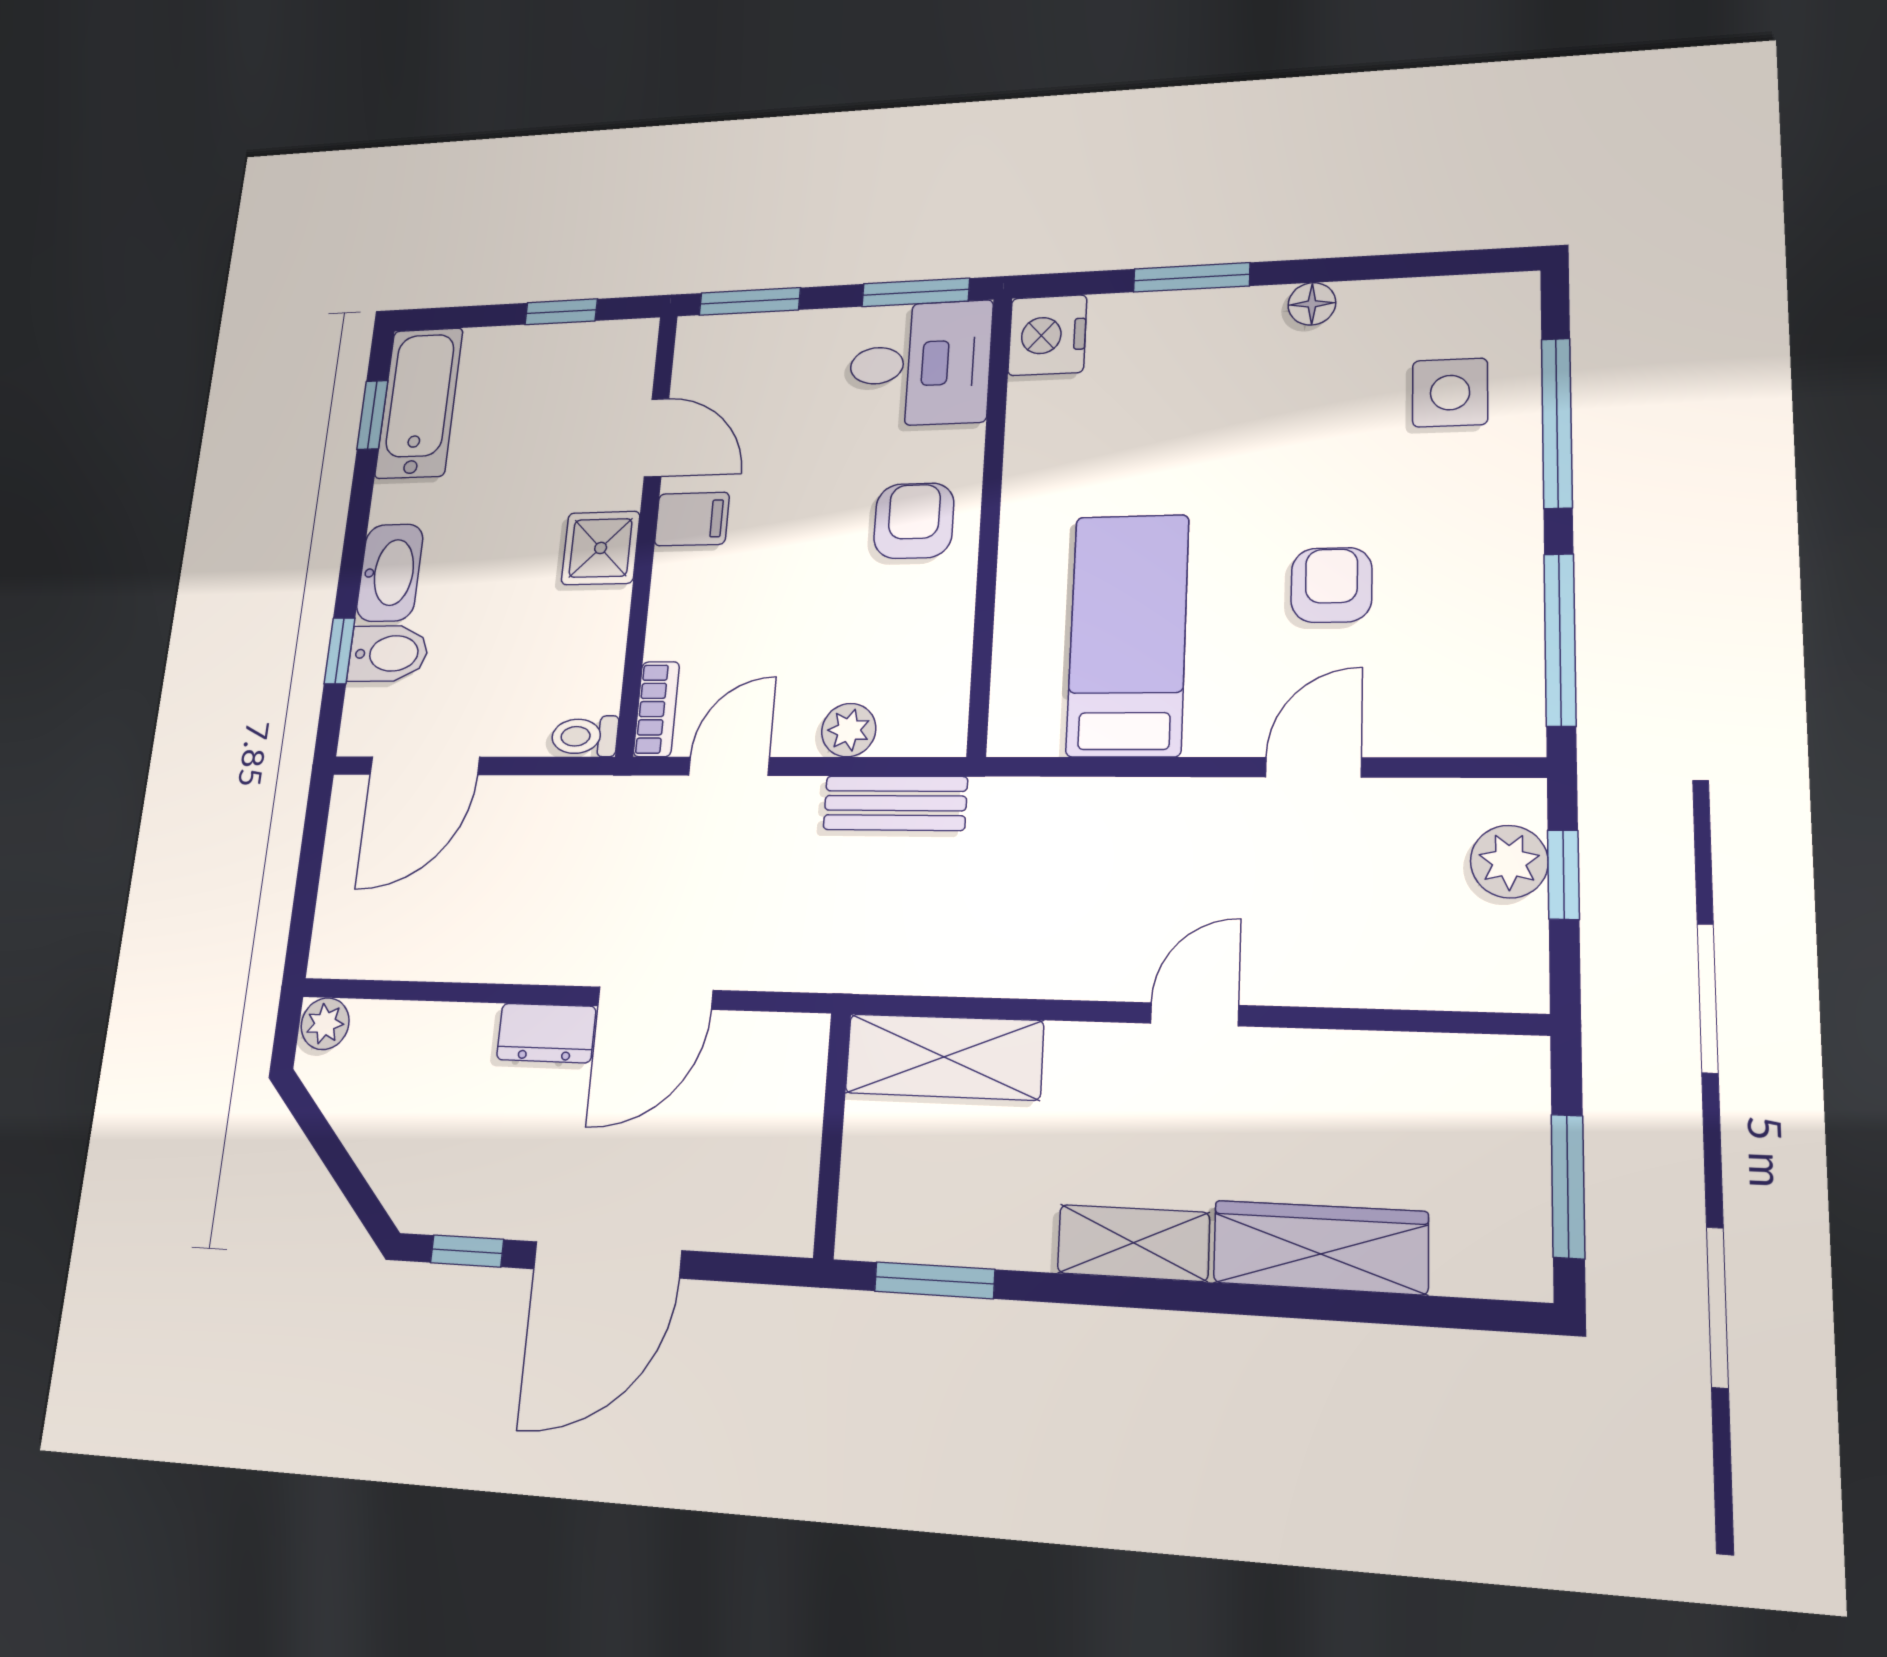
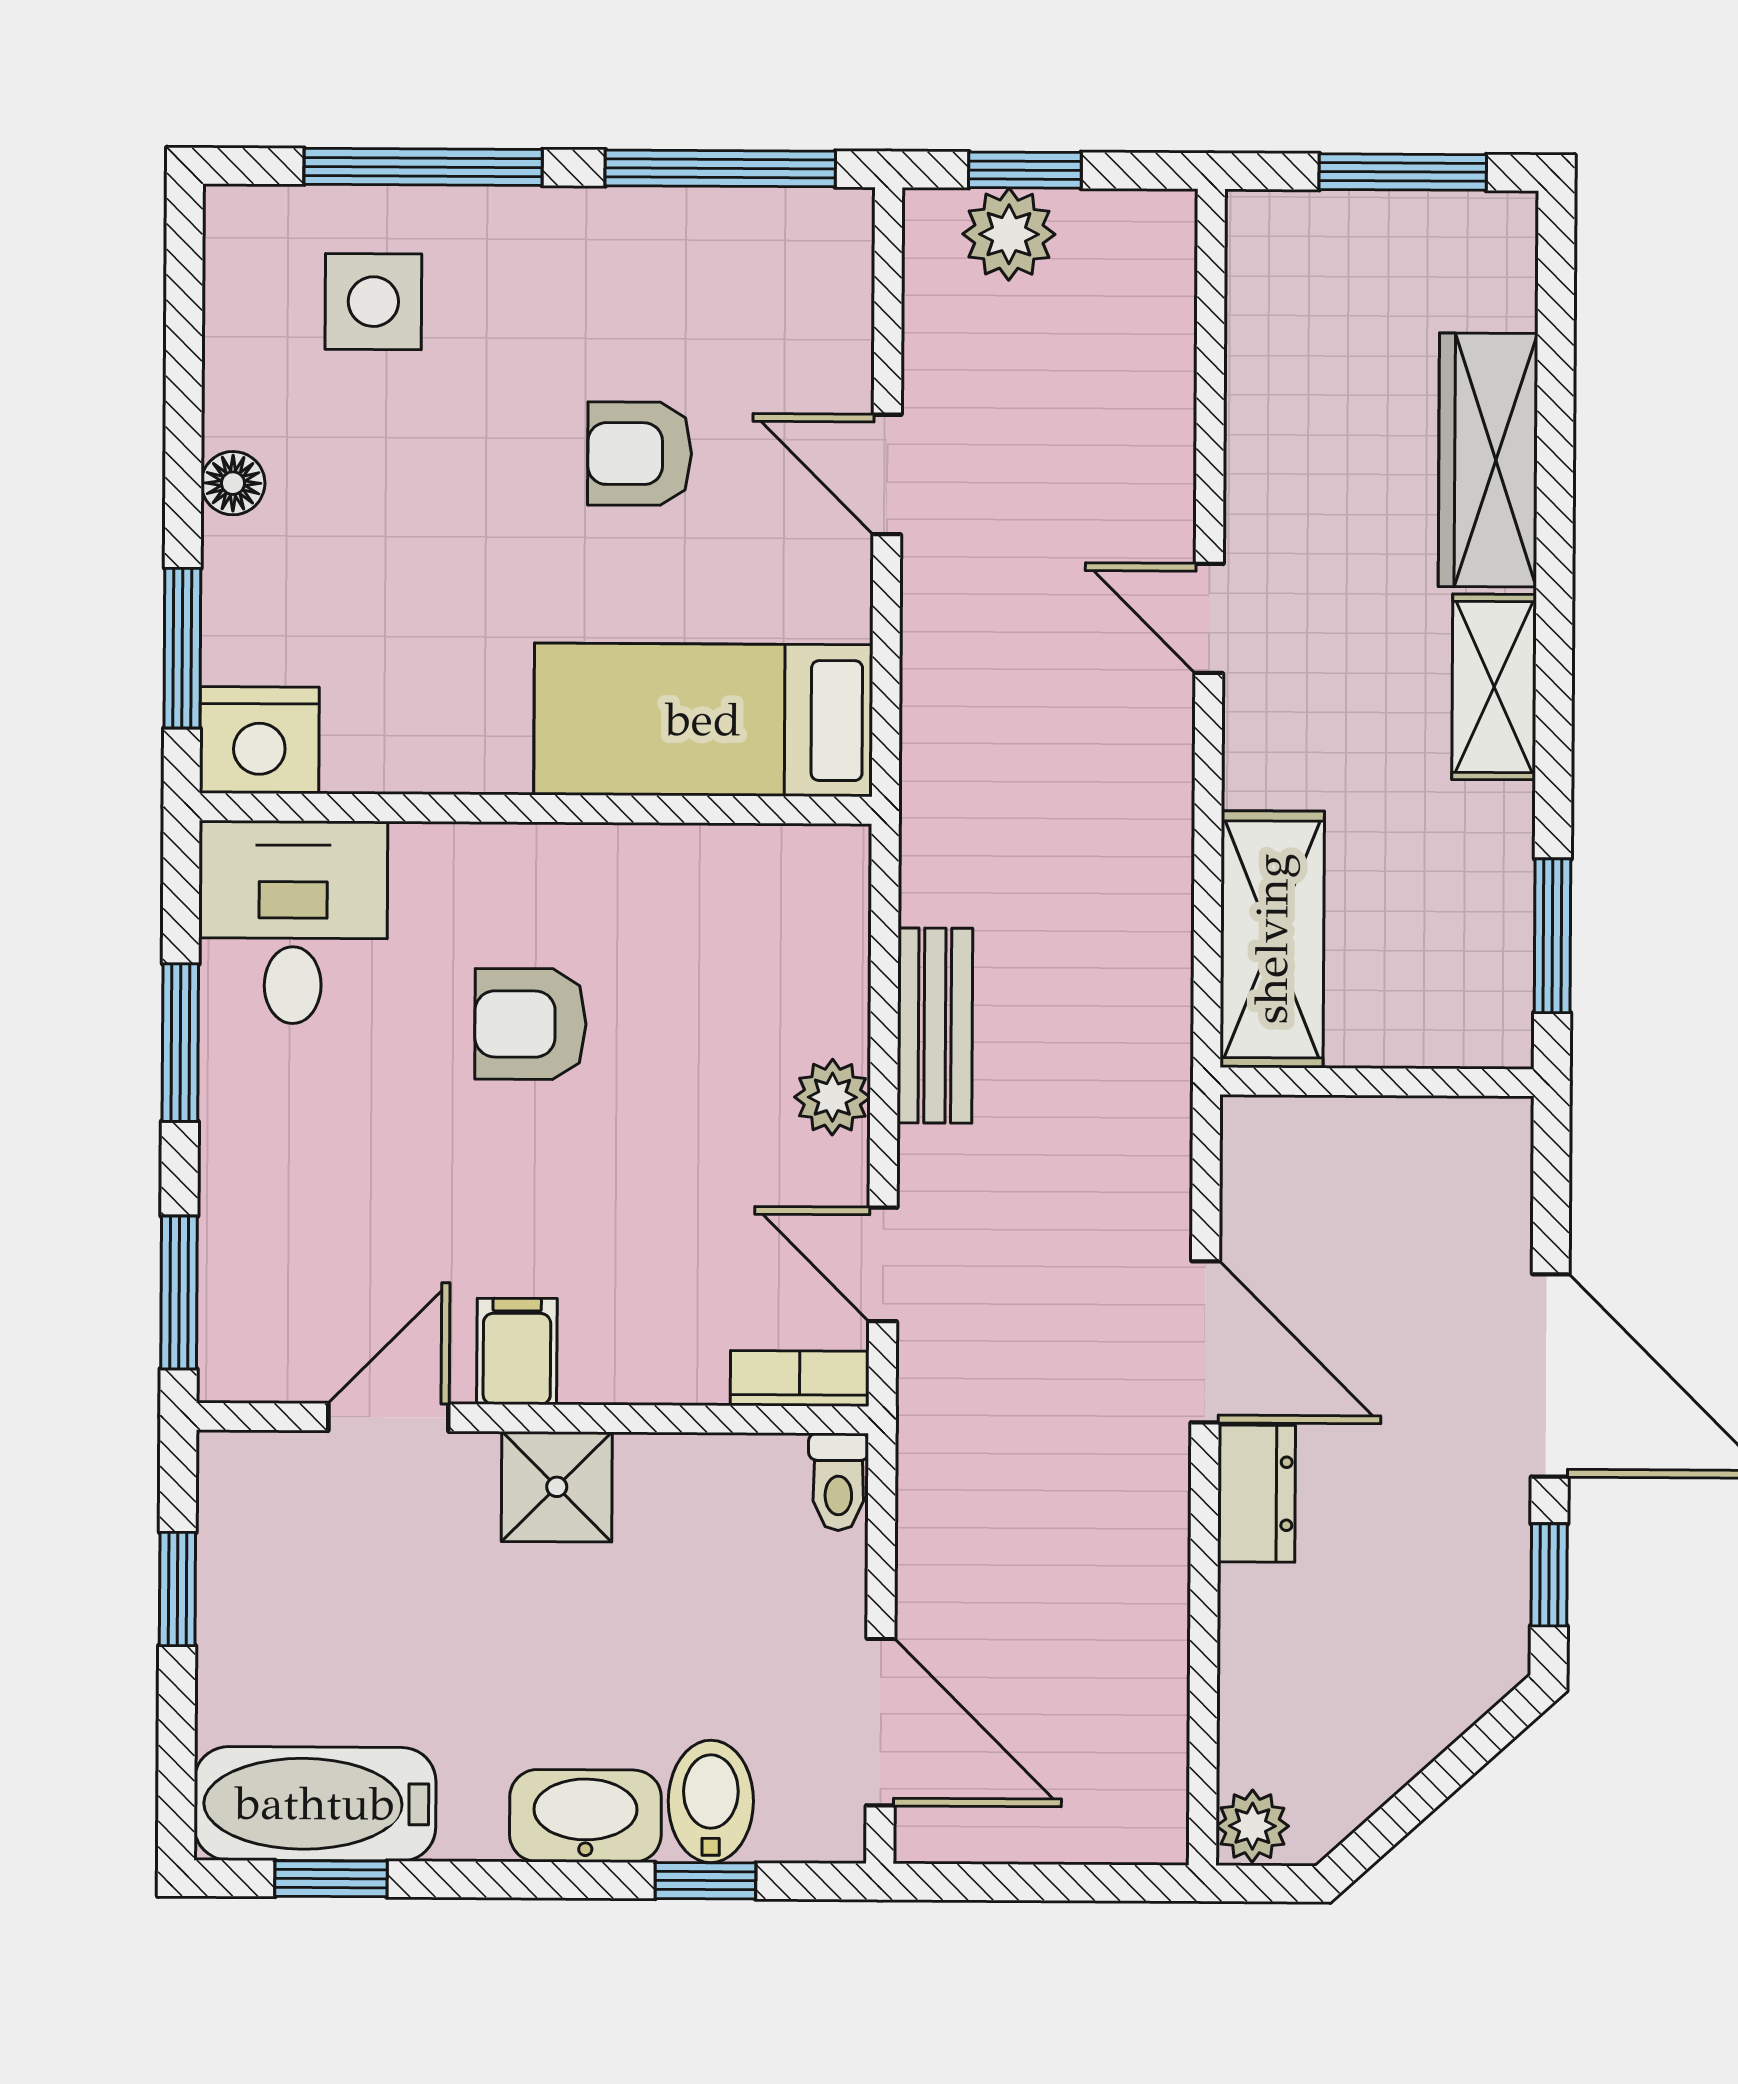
nightstand: (1047, 335) -> (259, 740), moved
desk: (920, 364) -> (293, 922), moved
wall: (990, 521) -> (536, 808), moved

